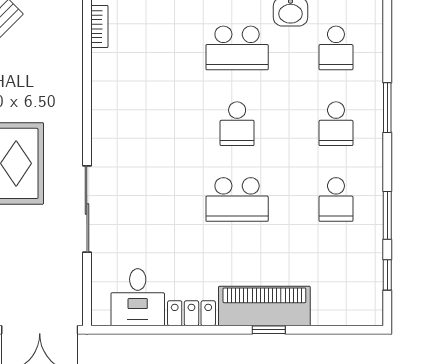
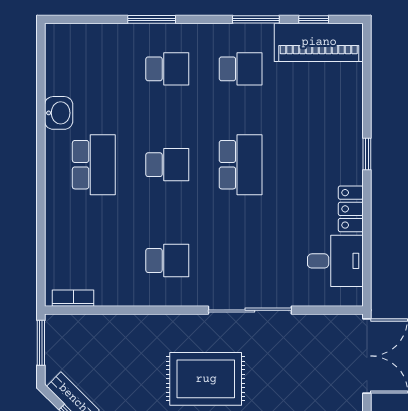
school desk: (336, 48) -> (167, 260), moved
piano: (264, 306) -> (319, 42), moved, turned -90
window: (269, 330) -> (367, 154), moved

